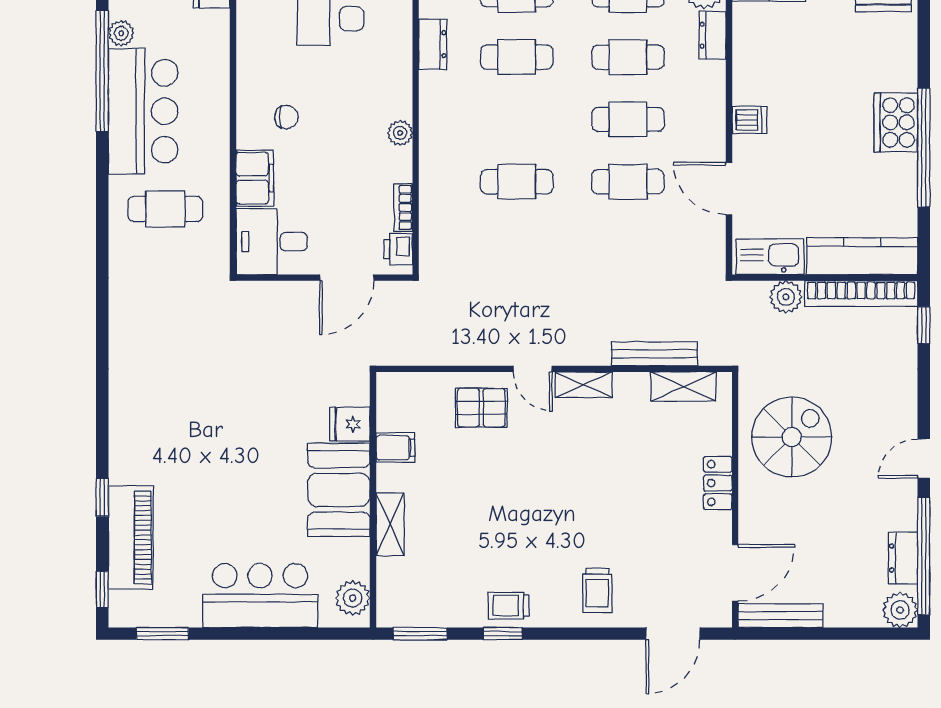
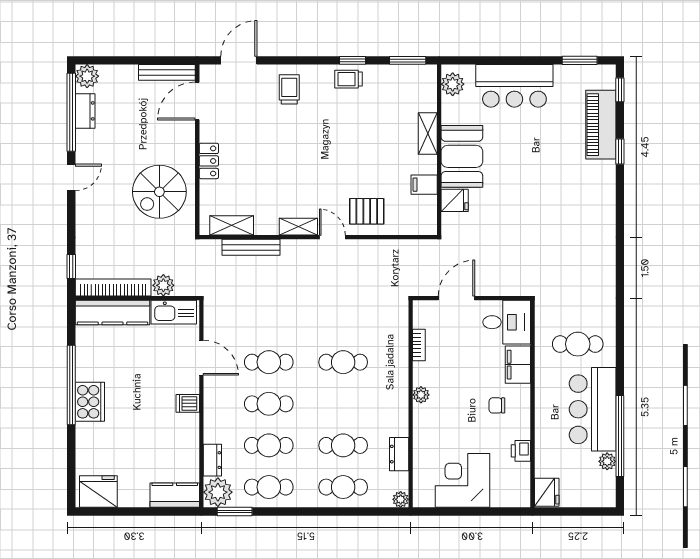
printer: (398, 249) -> (521, 451), moved, turned 180
trolley: (509, 606) -> (348, 79), turned 180

